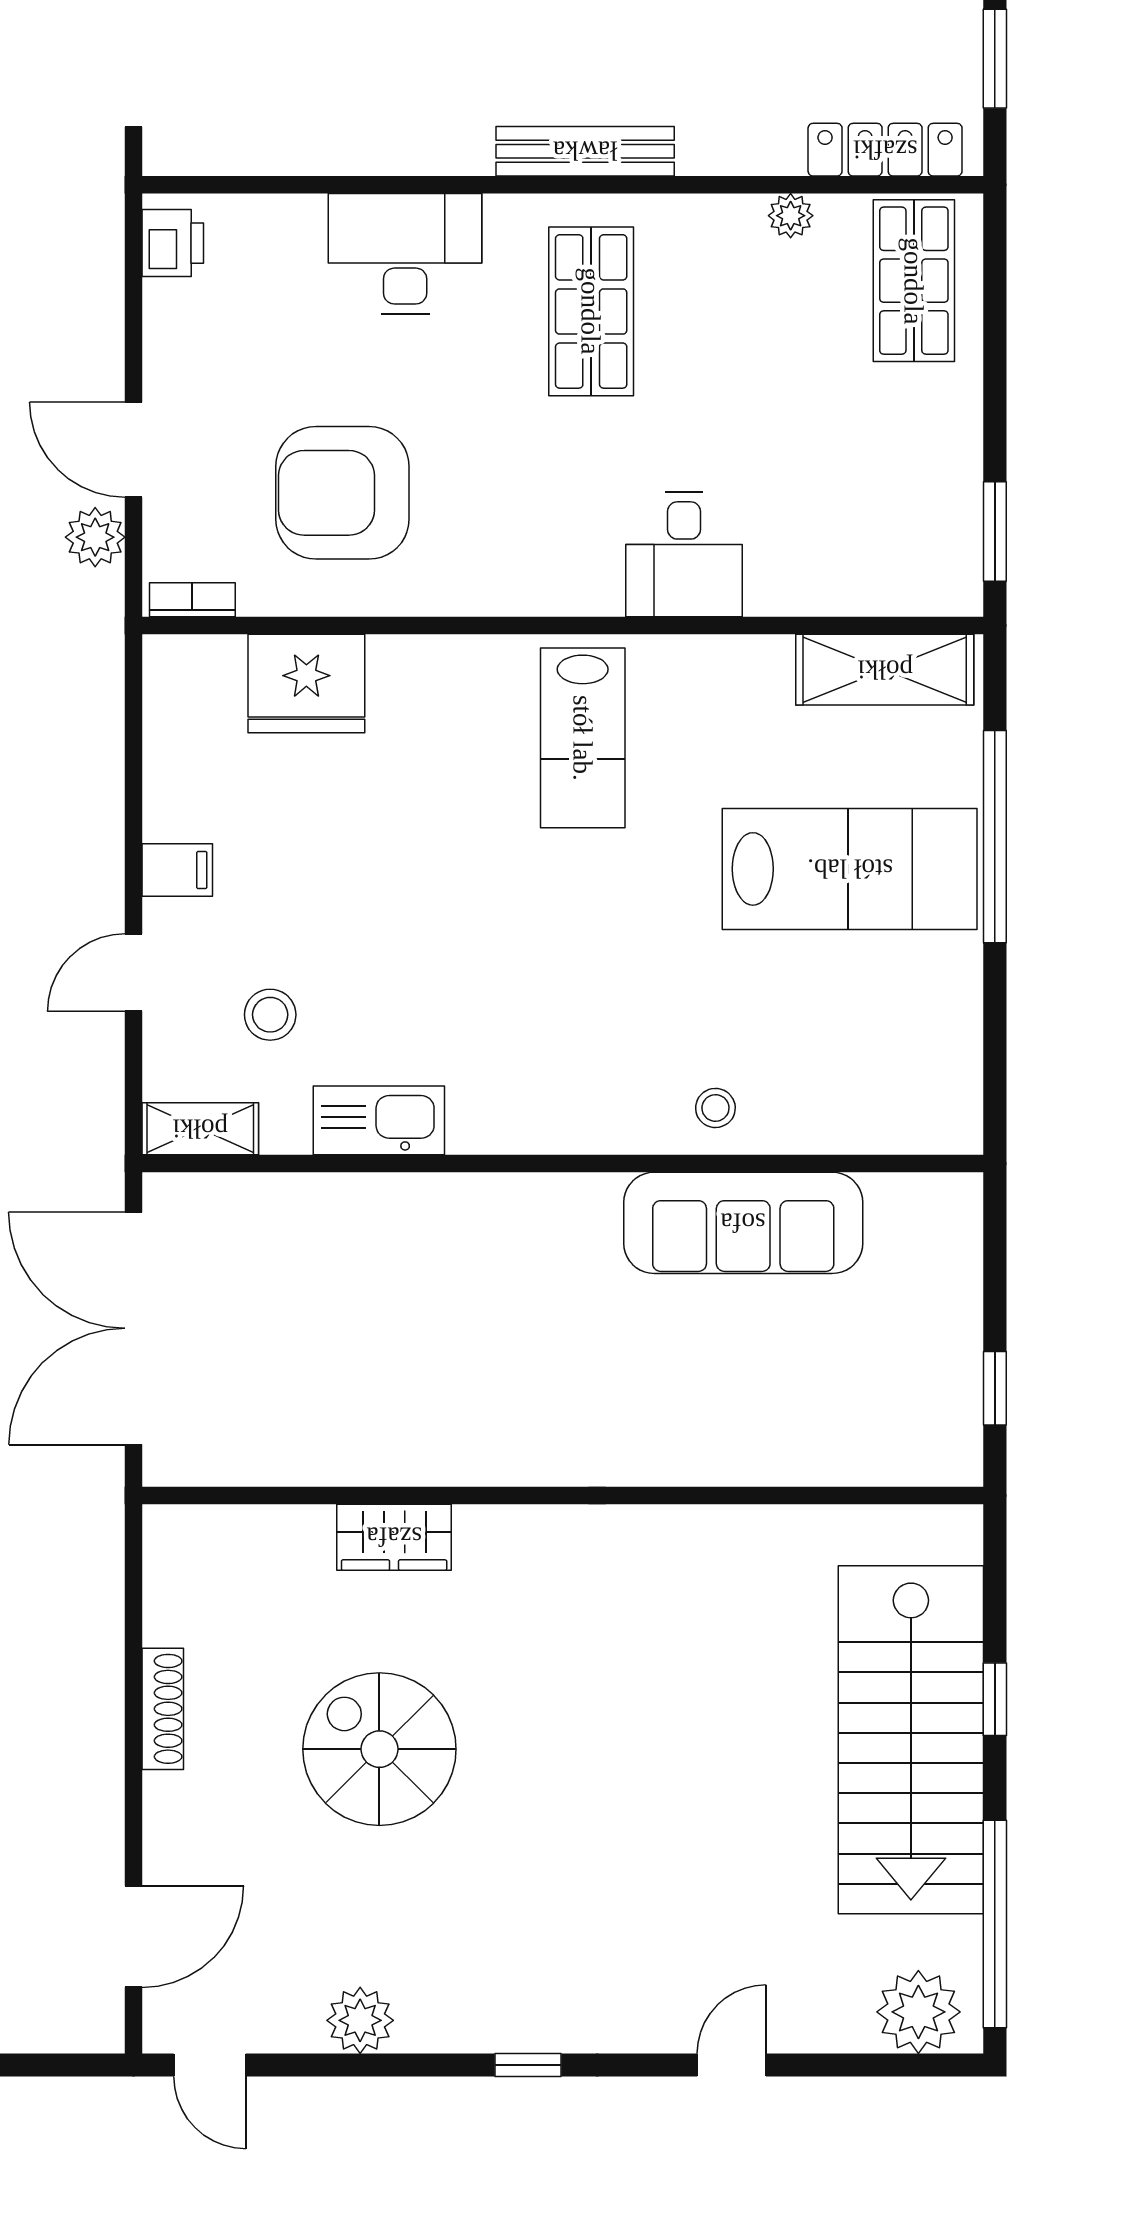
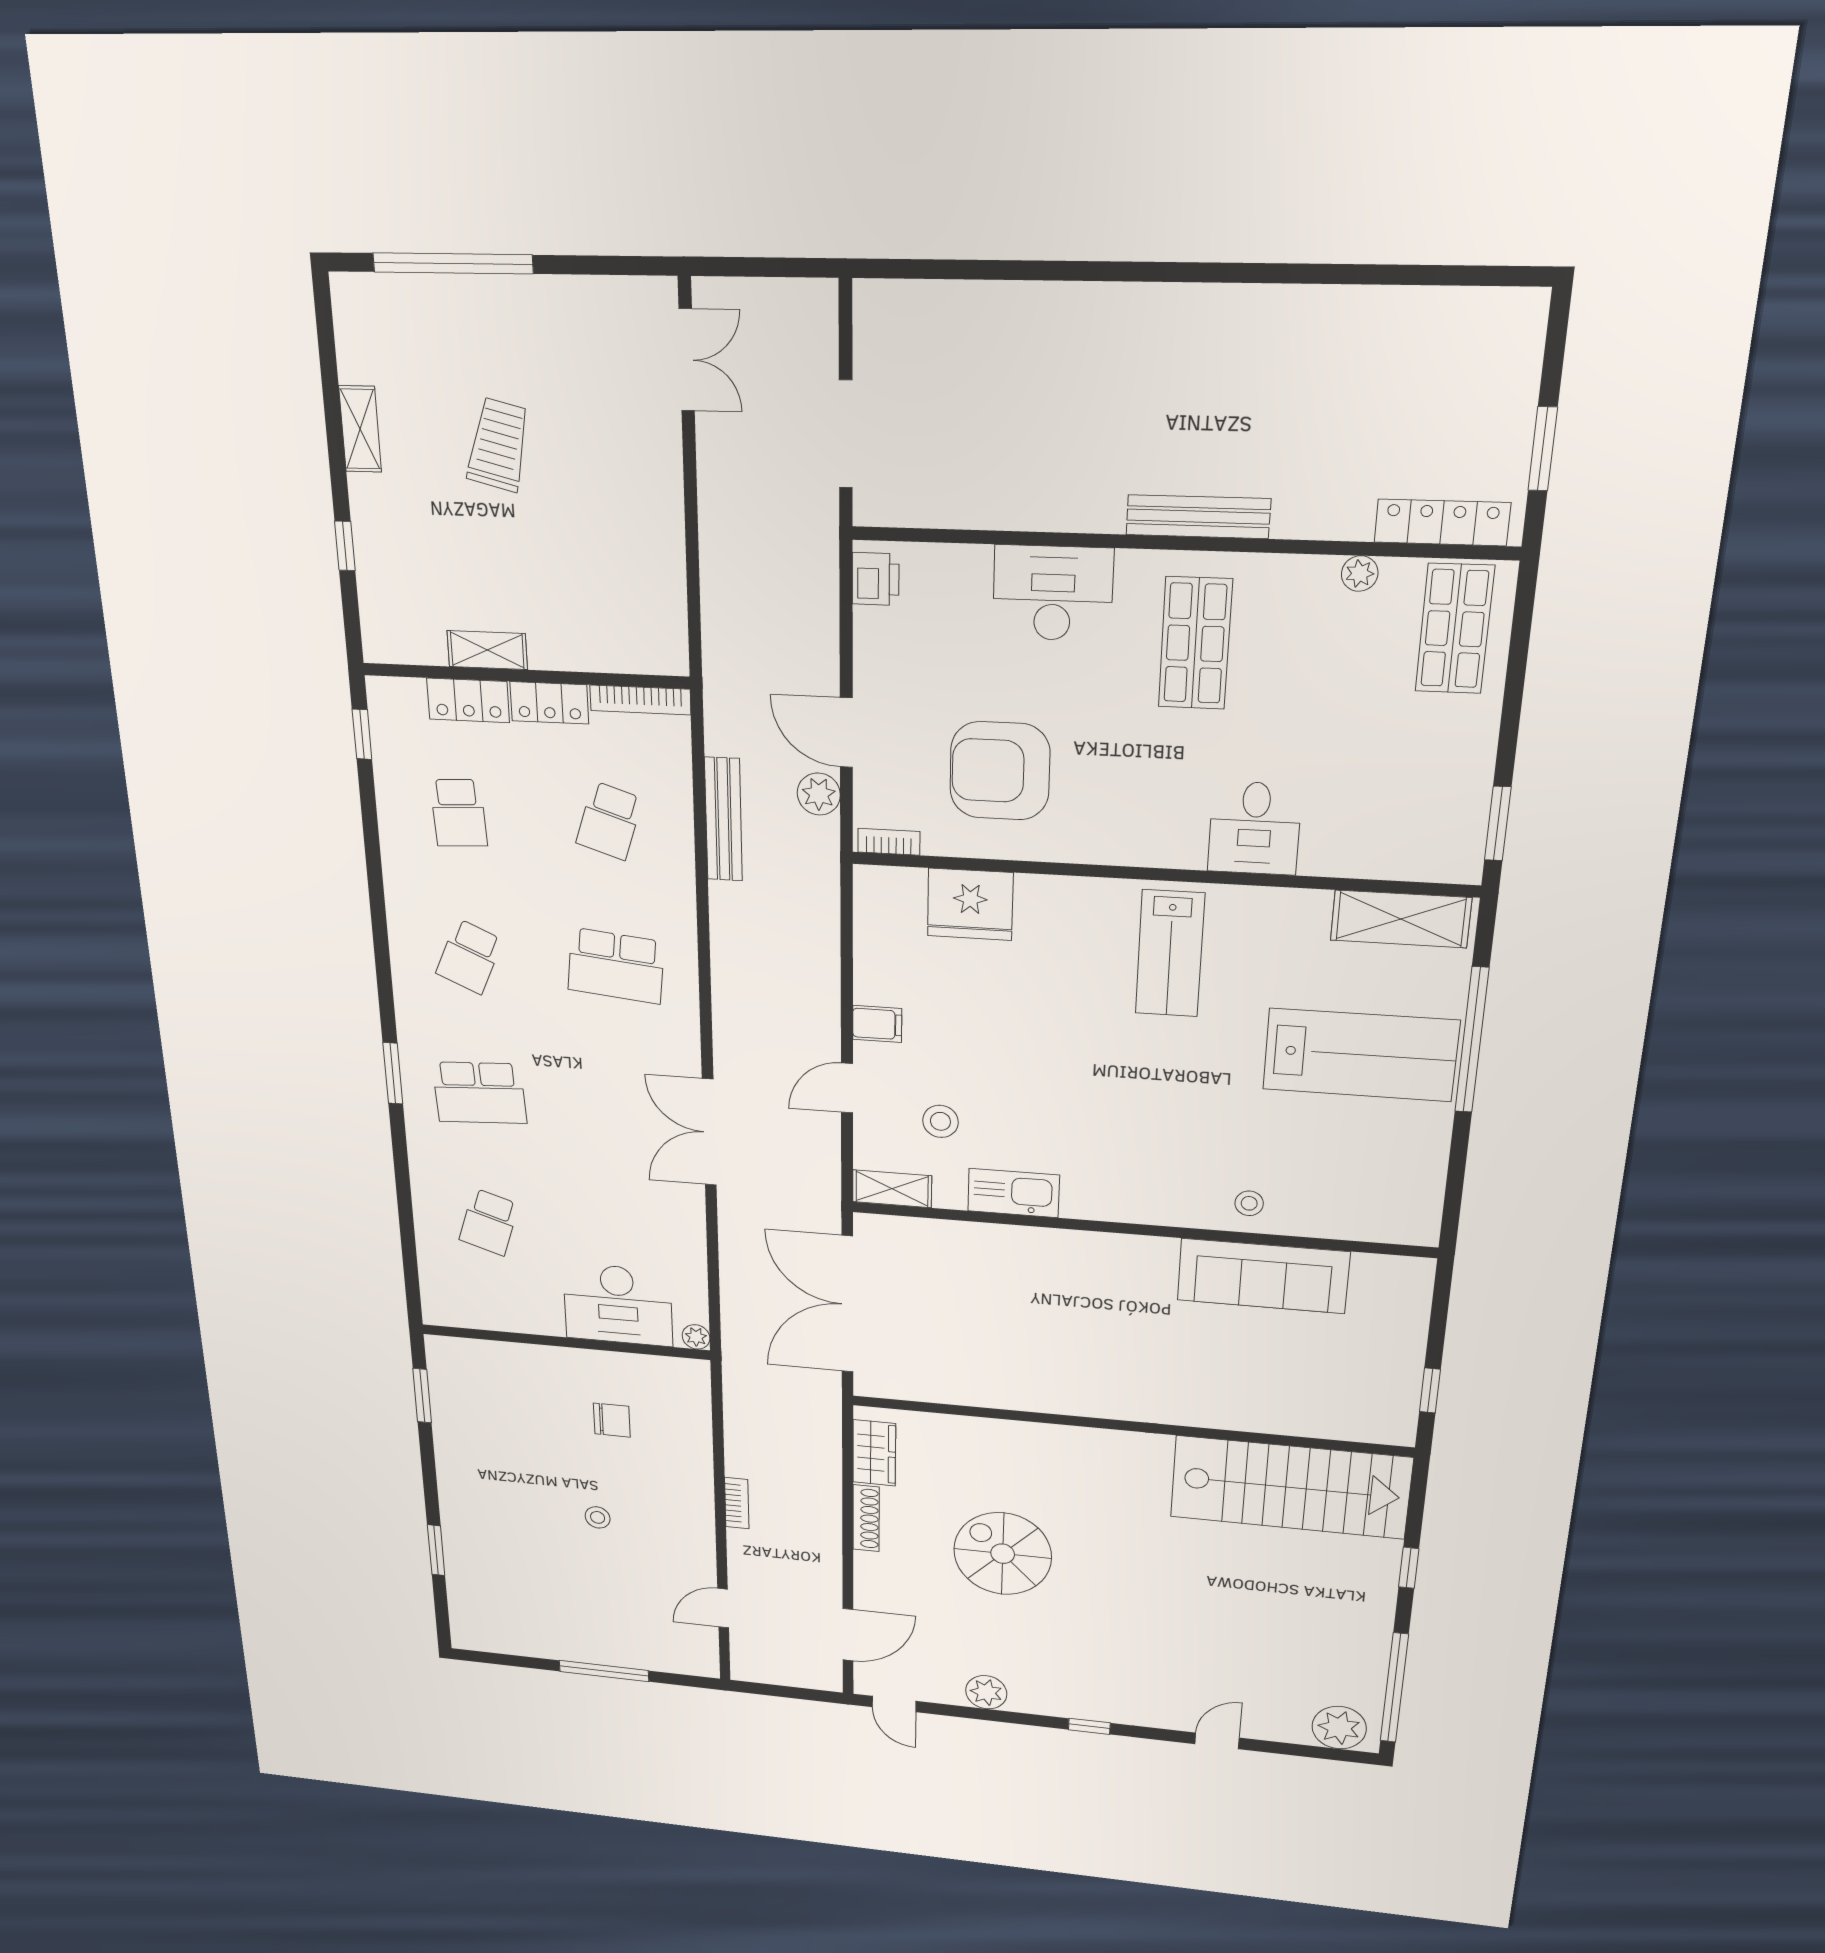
wardrobe: (394, 1537) -> (874, 1453), moved, turned -90
stairs: (911, 1740) -> (1290, 1487), moved, turned -90

